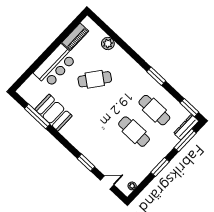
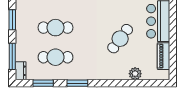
window: (189, 108) -> (43, 83), moved
dresser: (186, 127) -> (21, 71), width x0.70

